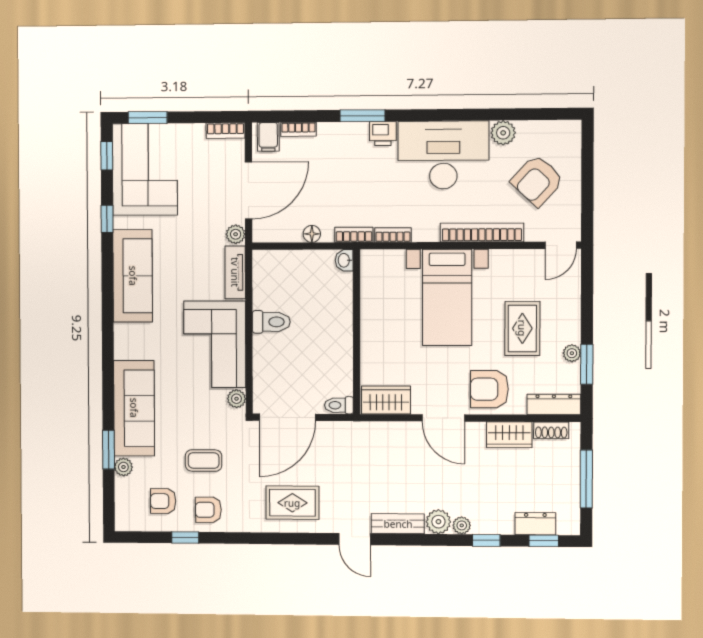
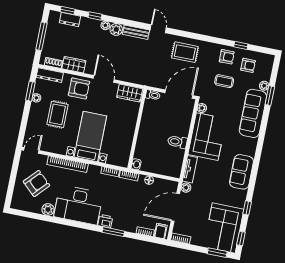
sofa: (133, 276) -> (242, 172), width x0.73

